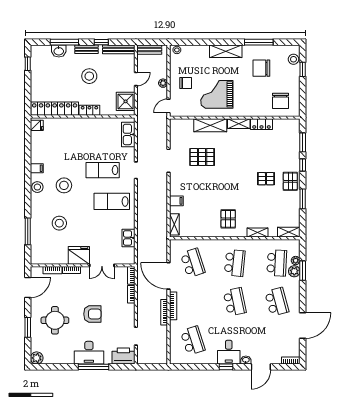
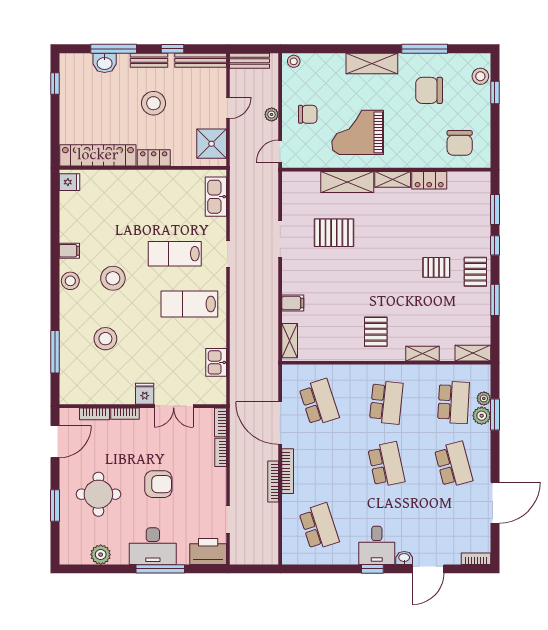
fridge: (79, 255) -> (145, 394), width x0.53, depth x0.75
plant: (37, 358) -> (101, 555), moved

